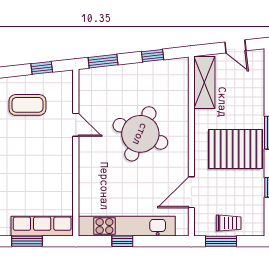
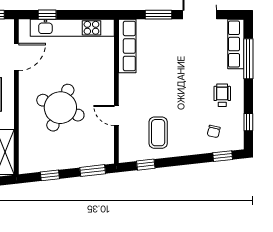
coffee table: (27, 105) -> (158, 133), turned 90
row of seats: (42, 226) -> (127, 46), moved, turned -90
window: (122, 241) -> (47, 15), moved

